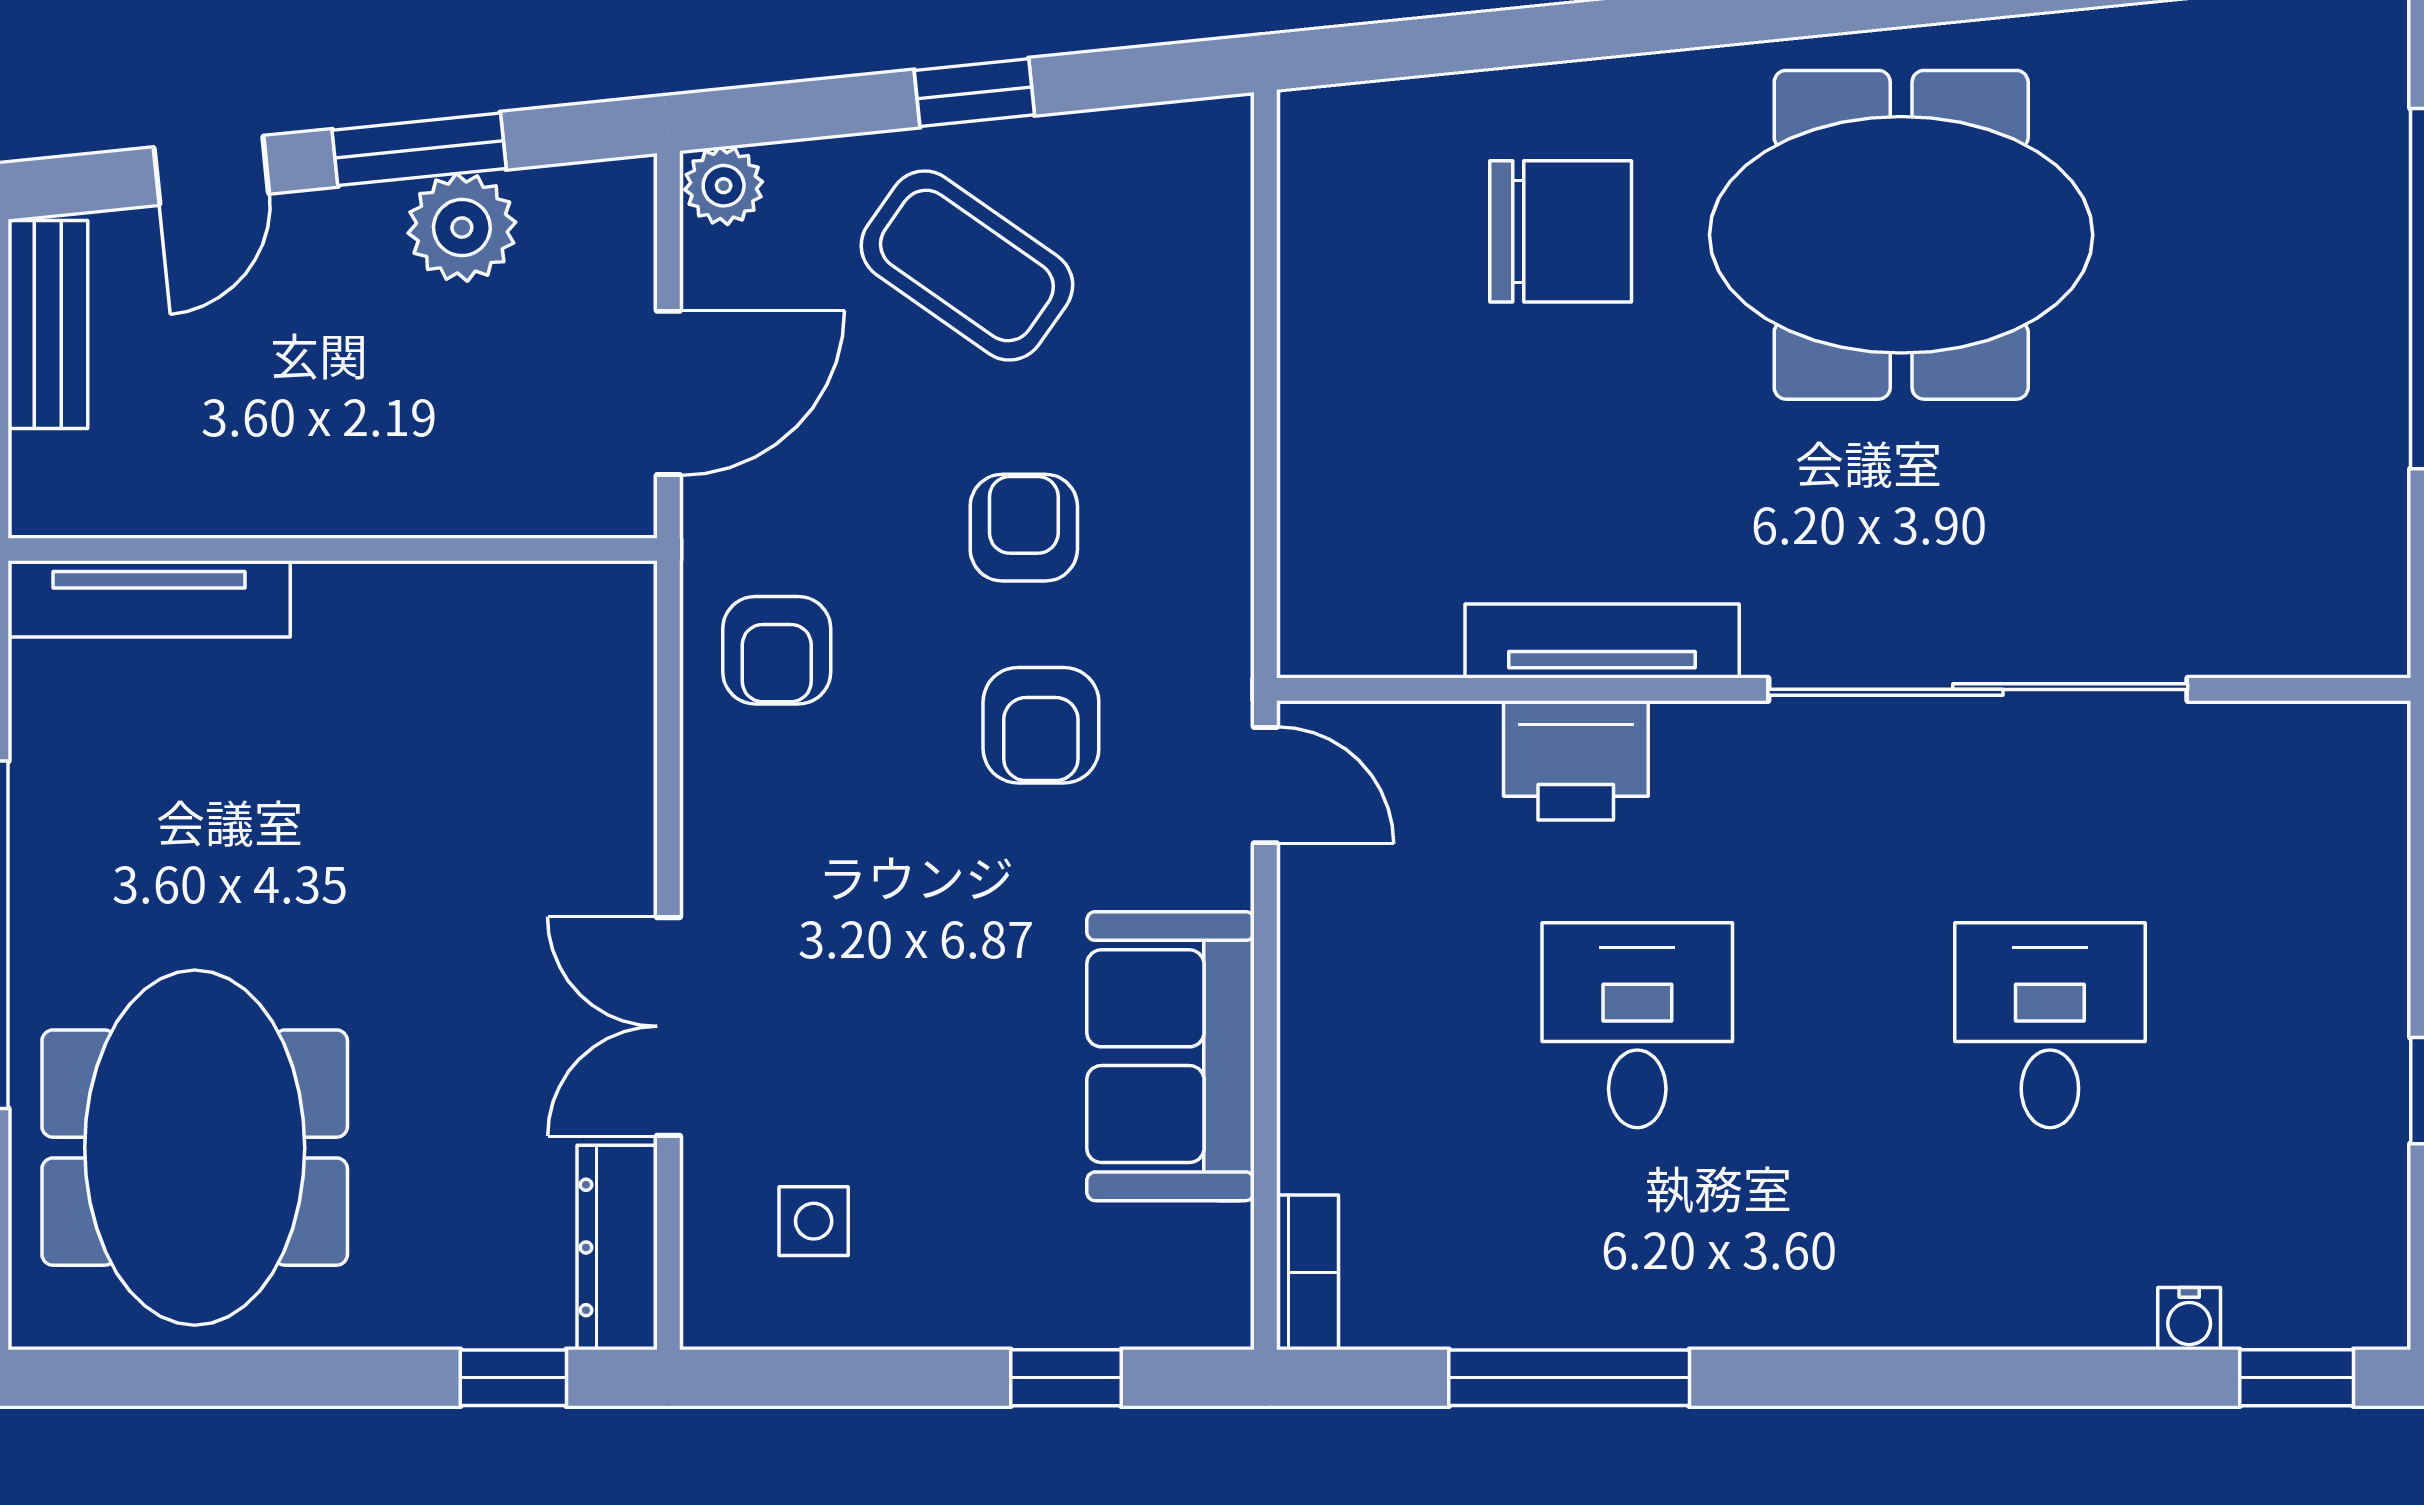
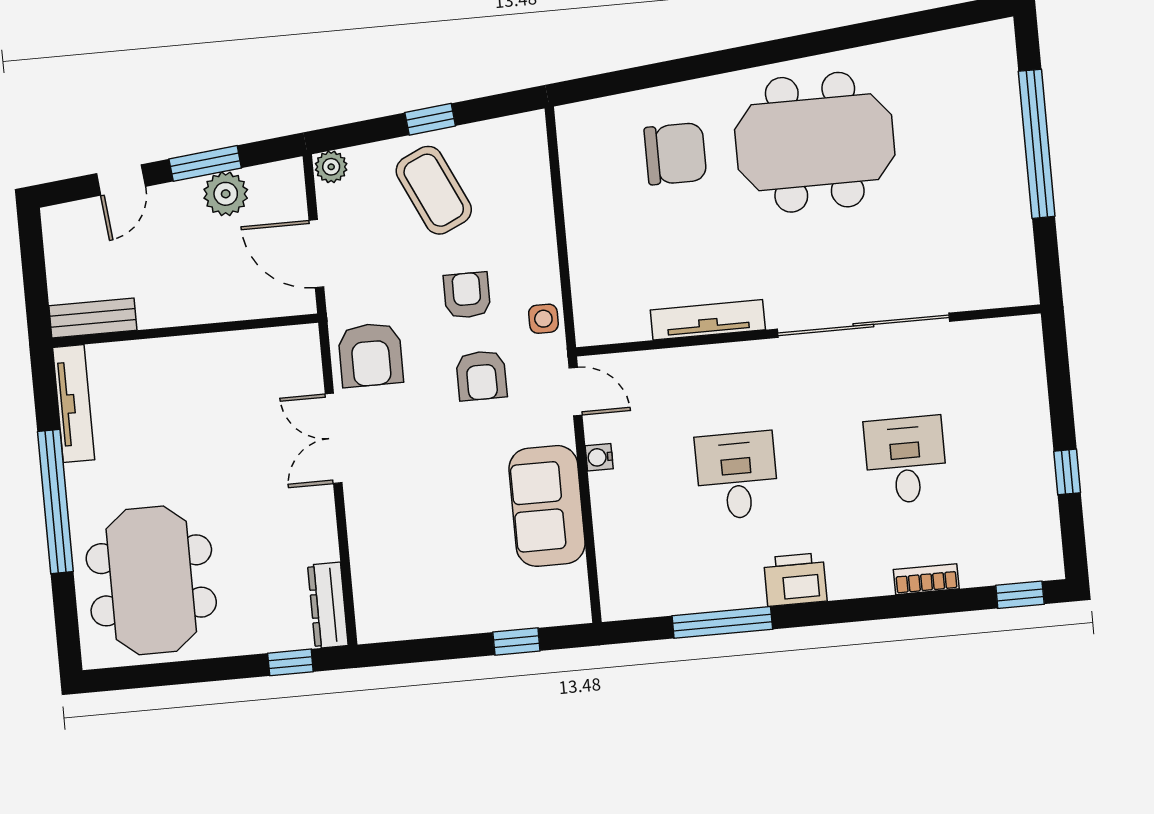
coffee table: (967, 265) -> (434, 190), turned 30
bench: (48, 325) -> (93, 318), moved, turned 90
door: (668, 393) -> (316, 254), swing flipped
tv unit: (149, 599) -> (74, 404), moved, turned -90
armchair: (777, 650) -> (371, 355), width x1.38, depth x1.38
printer: (1576, 760) -> (795, 579), moved, turned 180
double door: (668, 1026) -> (334, 438), moved
side table: (814, 1221) -> (543, 319), moved
bookcase: (1307, 1272) -> (926, 579), moved, turned -90
water cooler: (2189, 1319) -> (599, 457), moved, turned 90

